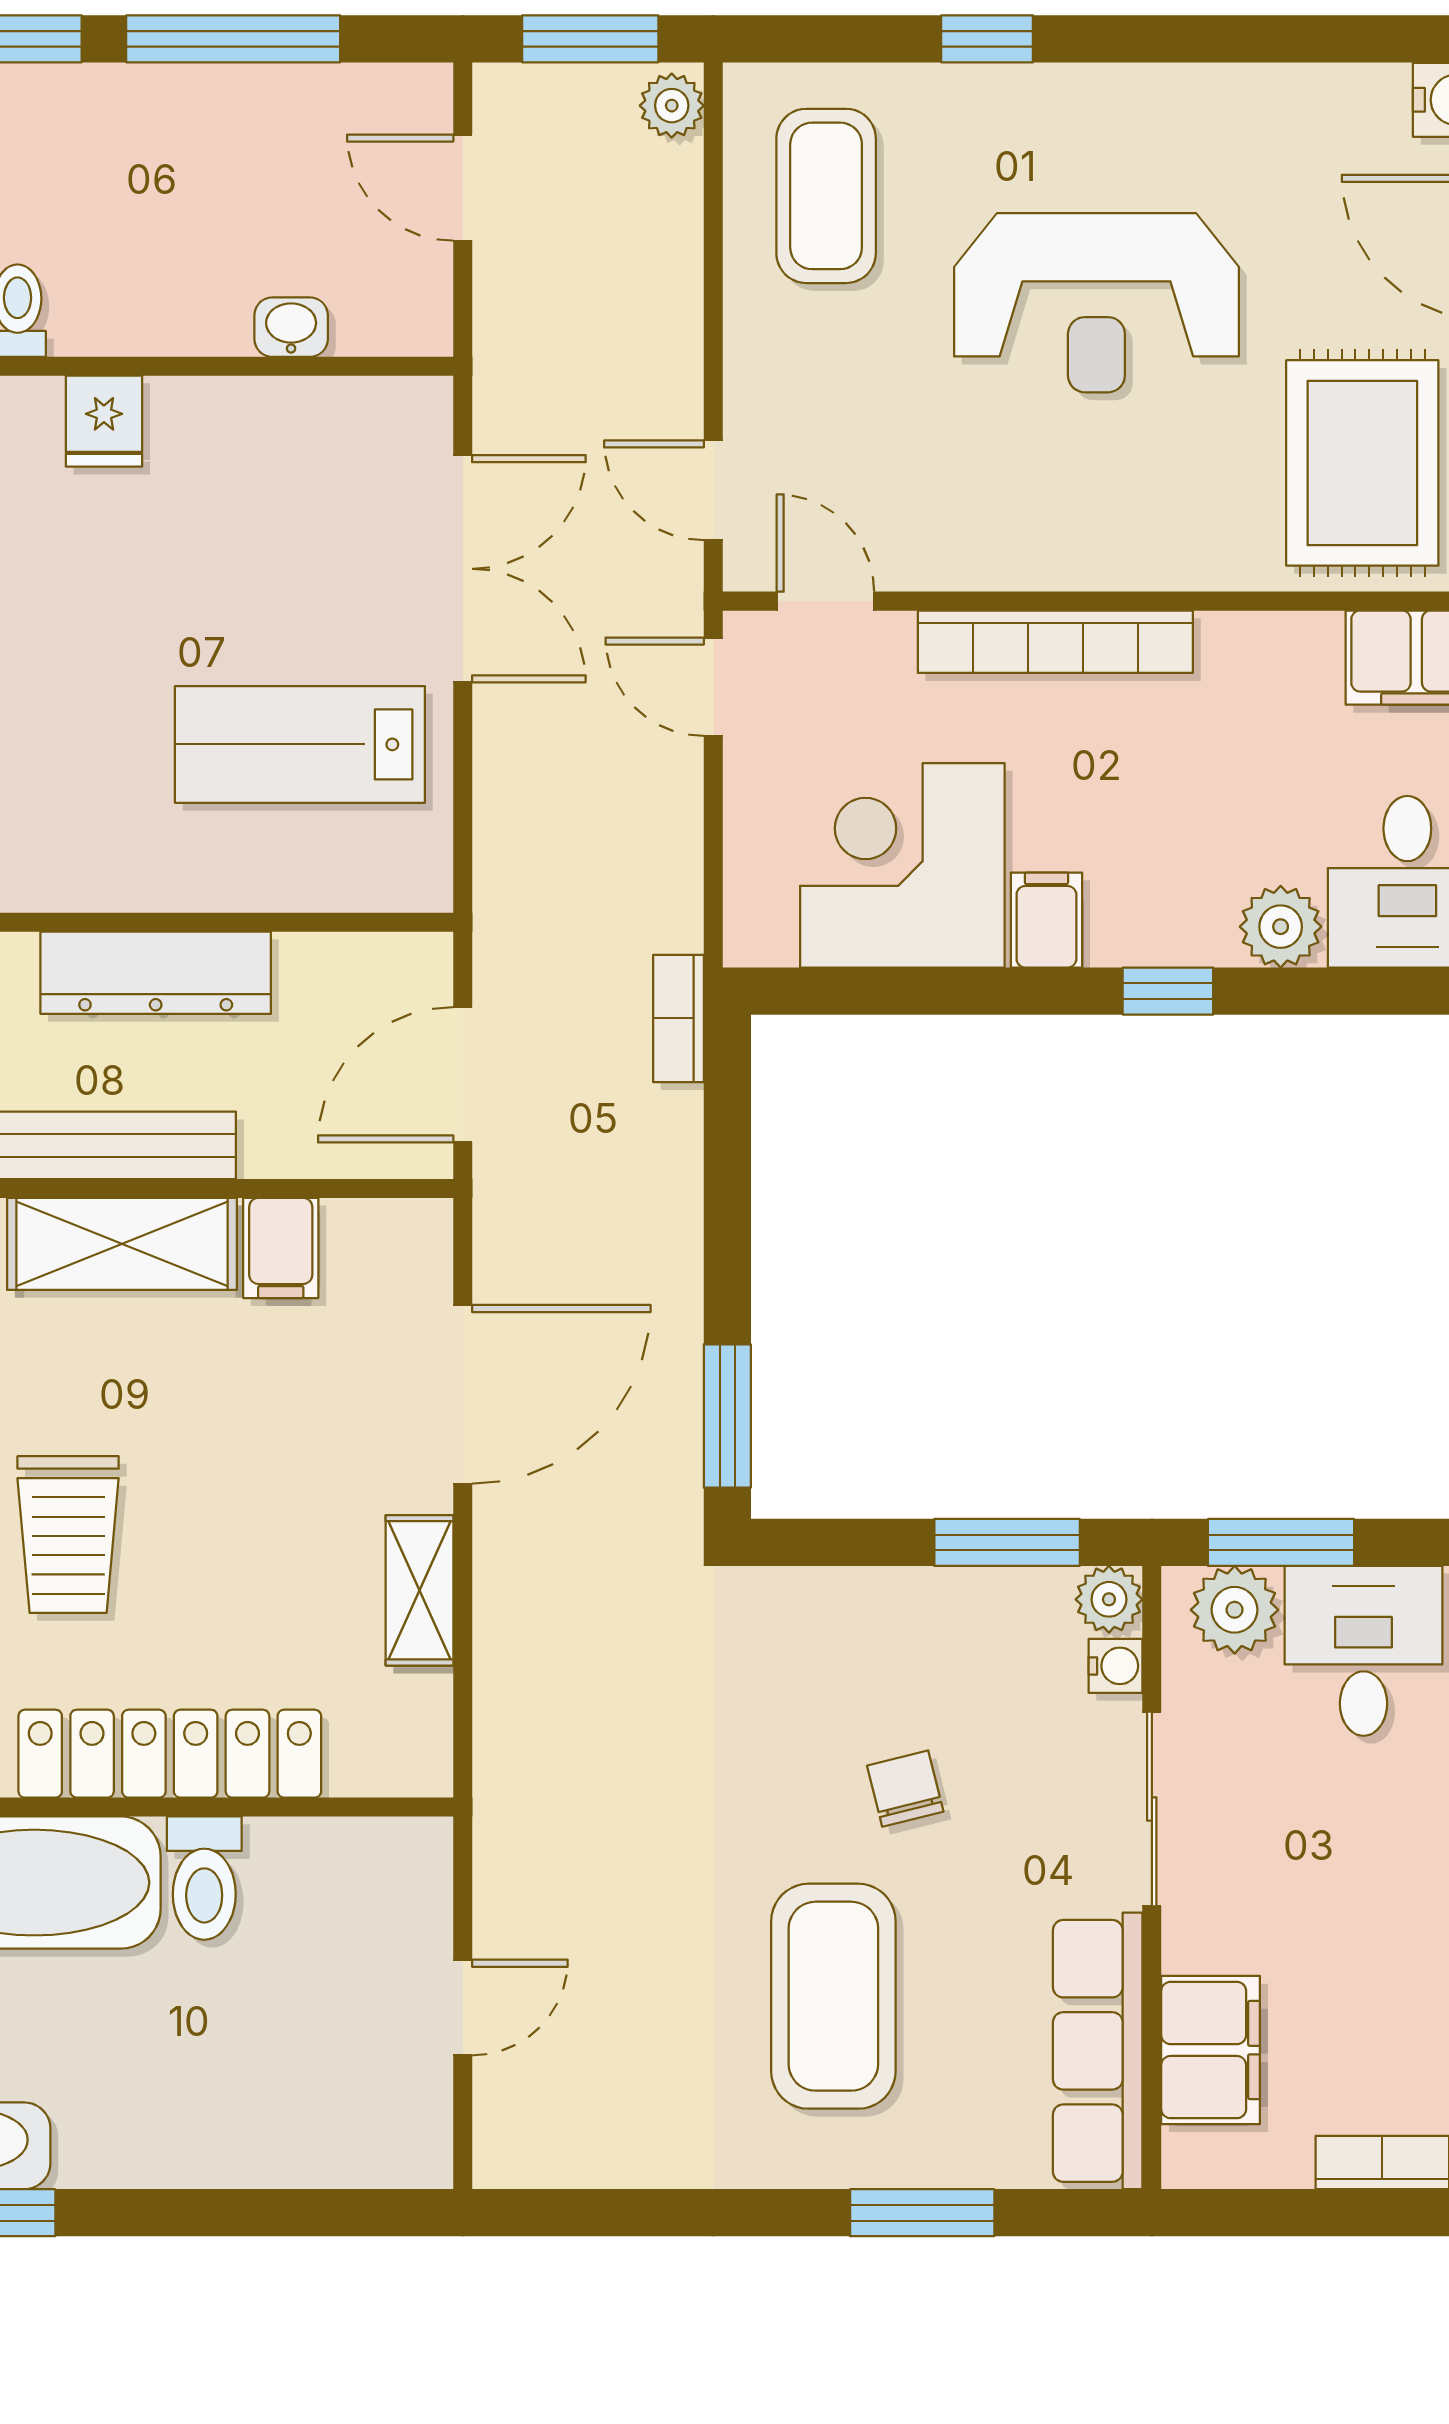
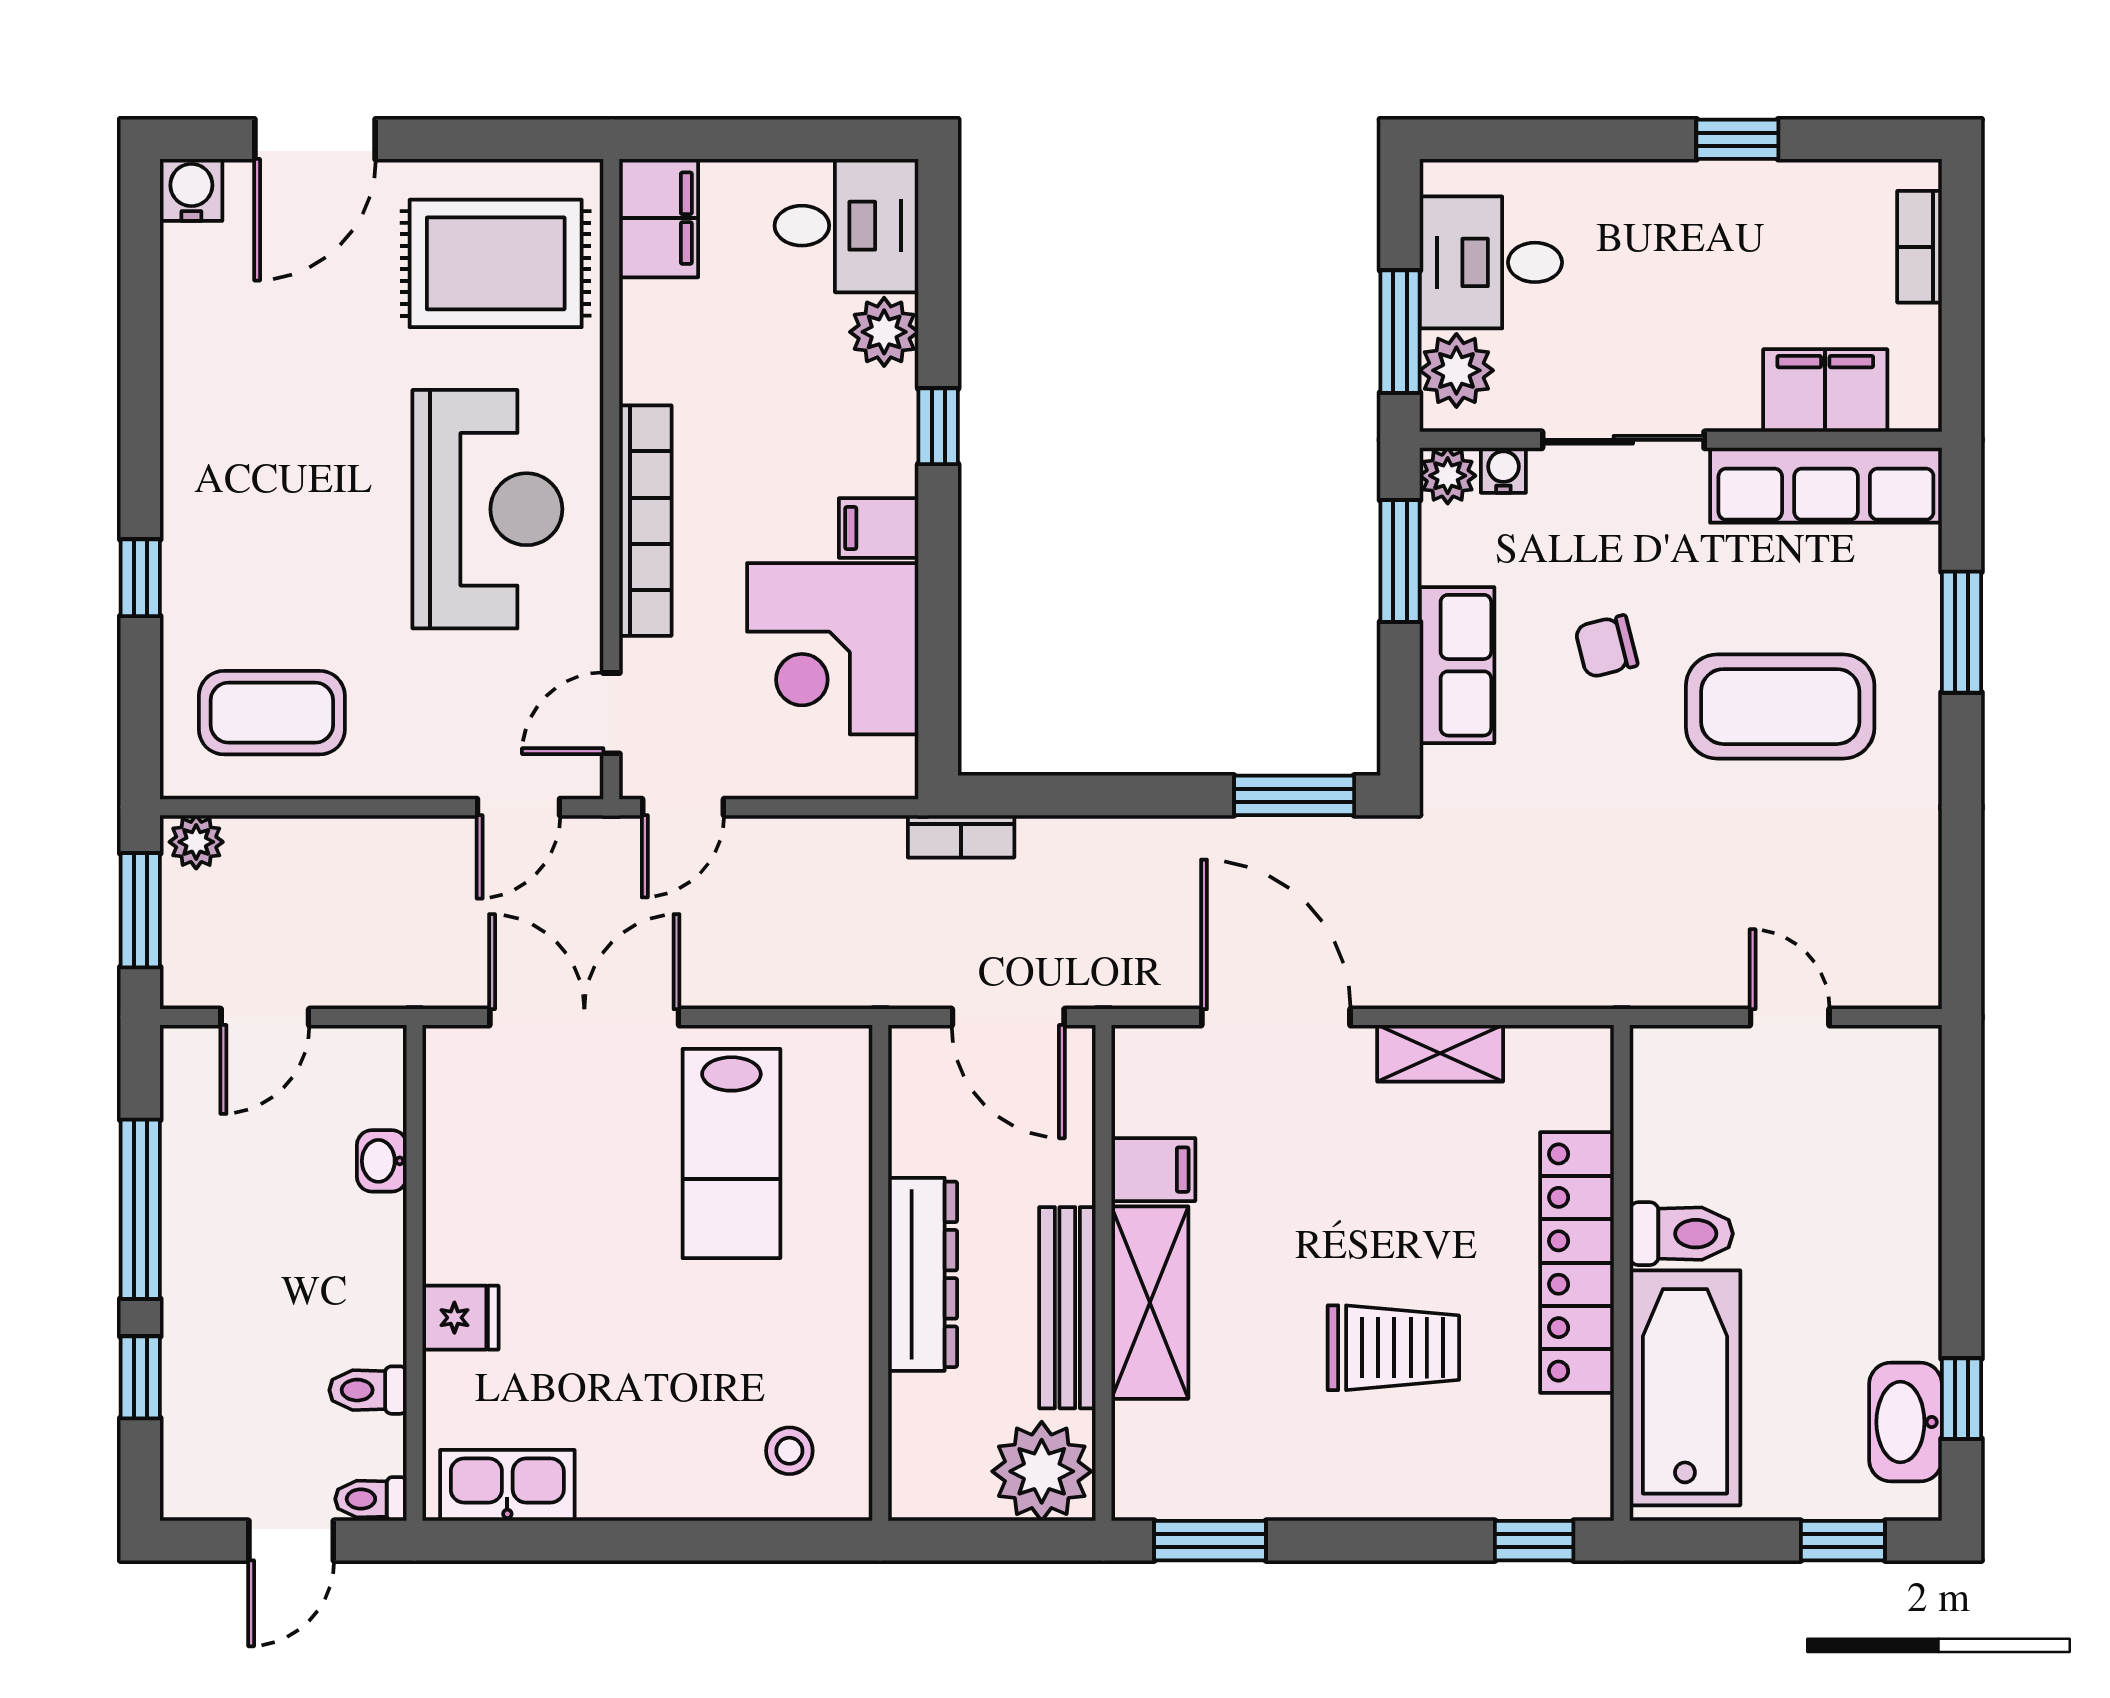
reception desk: (1096, 303) -> (487, 509), moved
row of seats: (883, 1610) -> (1457, 665), added

